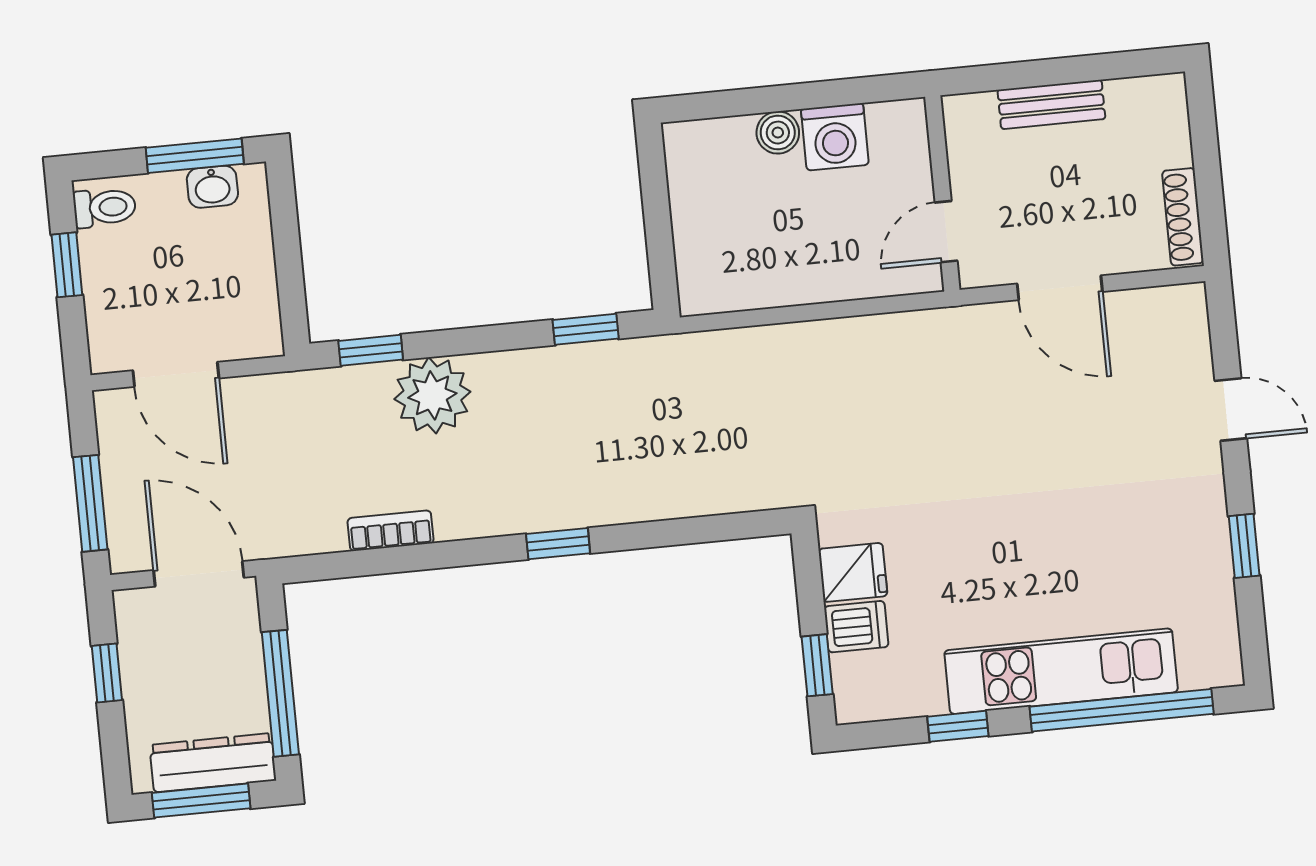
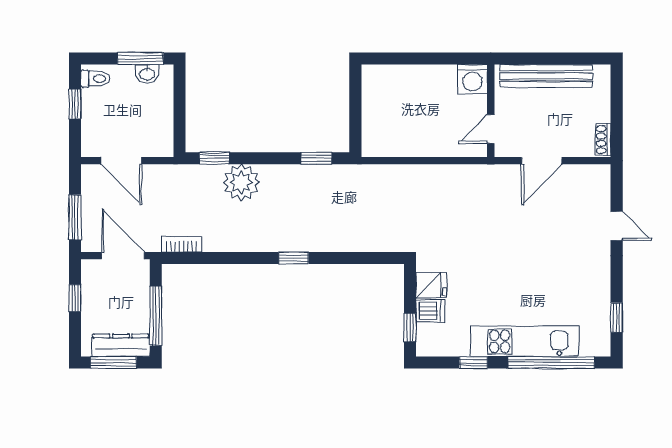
bench: (1051, 104) -> (546, 76), width x1.86, depth x1.21
boiler: (778, 133) -> (416, 74), removed
washing machine: (835, 137) -> (472, 79), moved
shoe rack: (1183, 217) -> (603, 140), width x0.70
door: (1060, 288) -> (542, 161), hinge flipped
bookcase: (391, 531) -> (182, 244), moved
window: (1244, 546) -> (617, 318), moved

